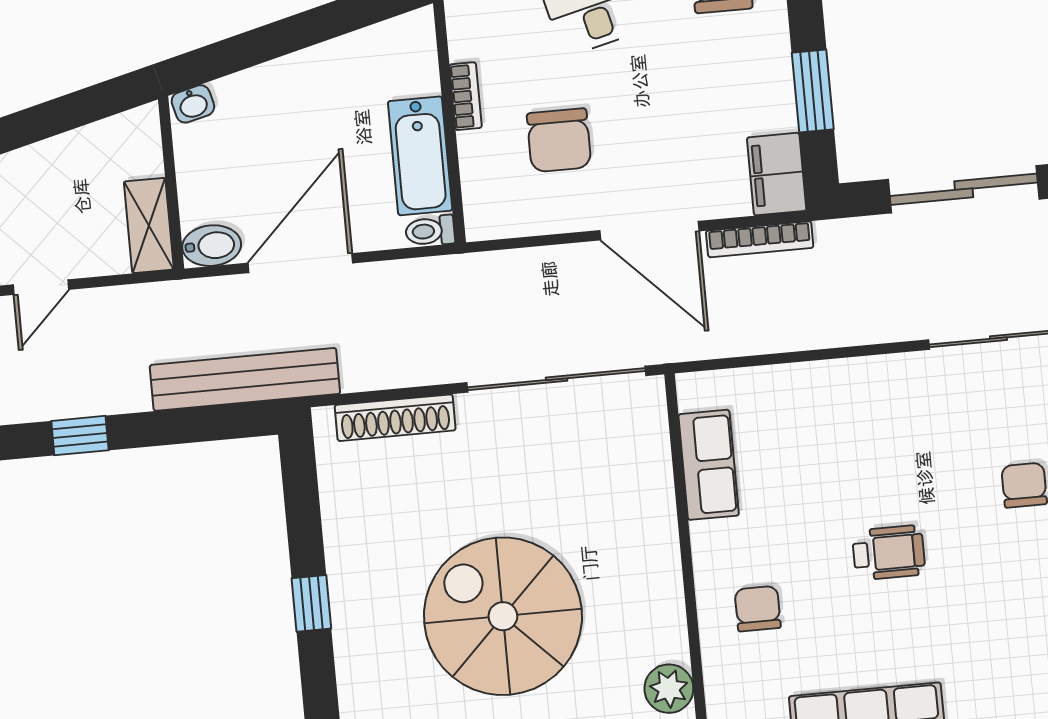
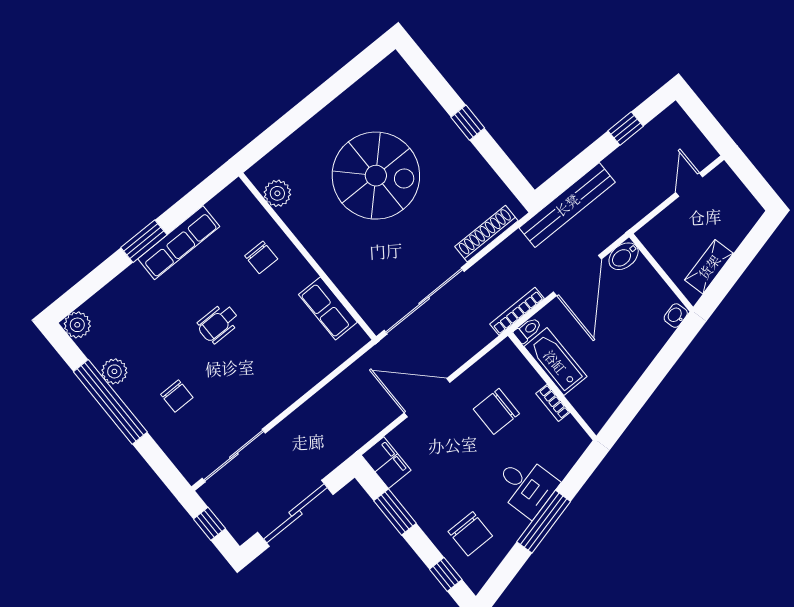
chair: (559, 140) -> (496, 411), turned -90
shelving: (149, 225) -> (709, 267), moved, turned 76
bookcase: (760, 239) -> (517, 311), moved

